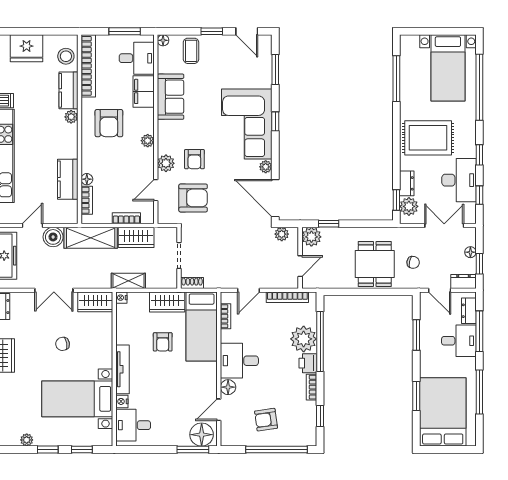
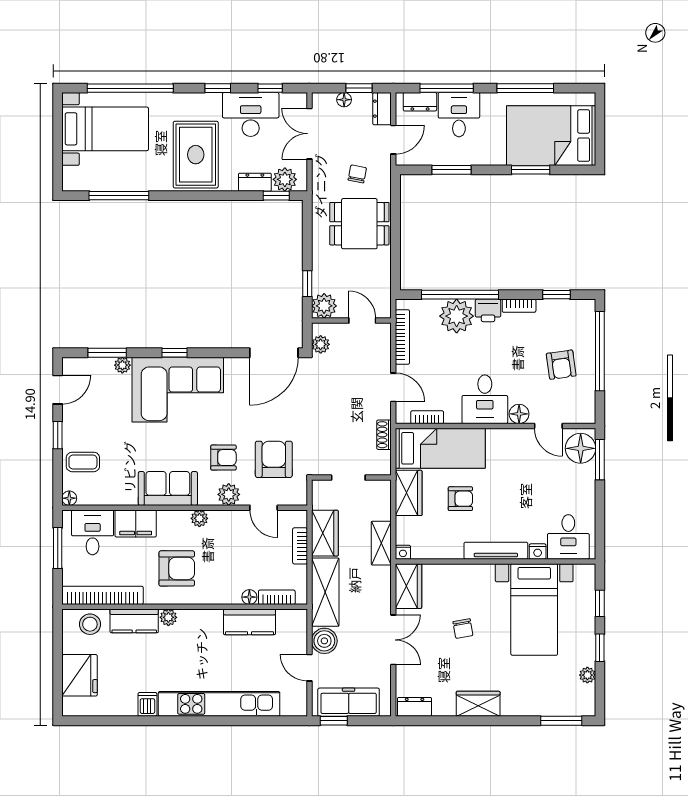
sofa: (171, 97) -> (168, 488), moved
plant: (266, 167) -> (122, 365), moved
shoe rack: (192, 283) -> (384, 435), moved

